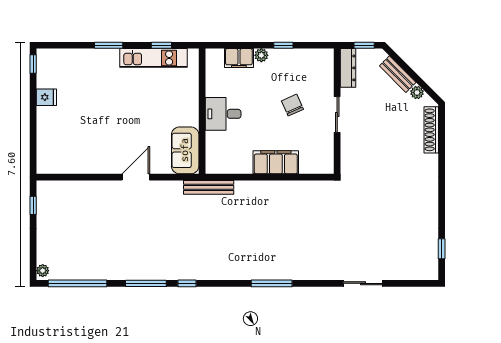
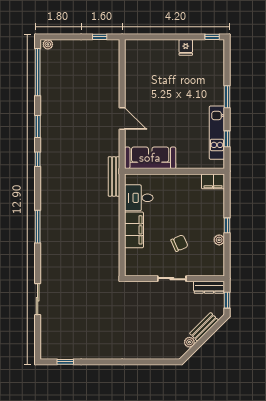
window: (283, 45) -> (227, 225), moved
plant: (261, 55) -> (219, 240), moved
filing cabinet: (239, 58) -> (213, 181), moved, turned -90
desk: (223, 114) -> (139, 198), moved, turned -90
shoe rack: (431, 130) -> (160, 354), removed
sofa: (185, 150) -> (150, 158), width x1.36
window: (146, 283) -> (38, 126), width x0.69

